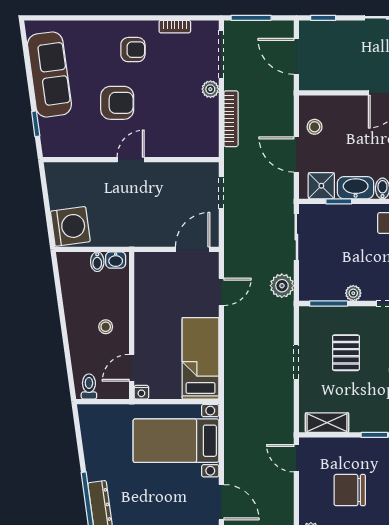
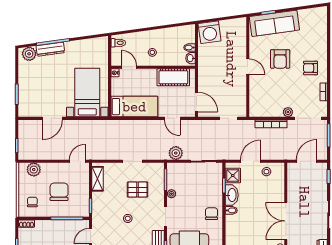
armchair: (133, 50) -> (311, 68), turned 90
sofa: (49, 74) -> (274, 23), moved
cot: (149, 290) -> (173, 77), added

